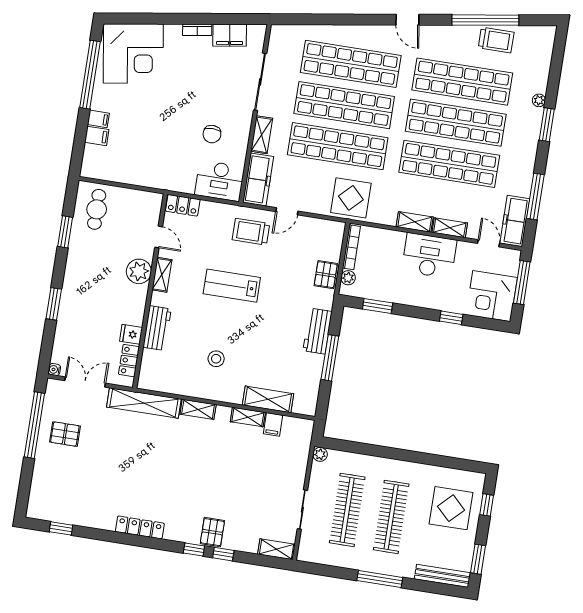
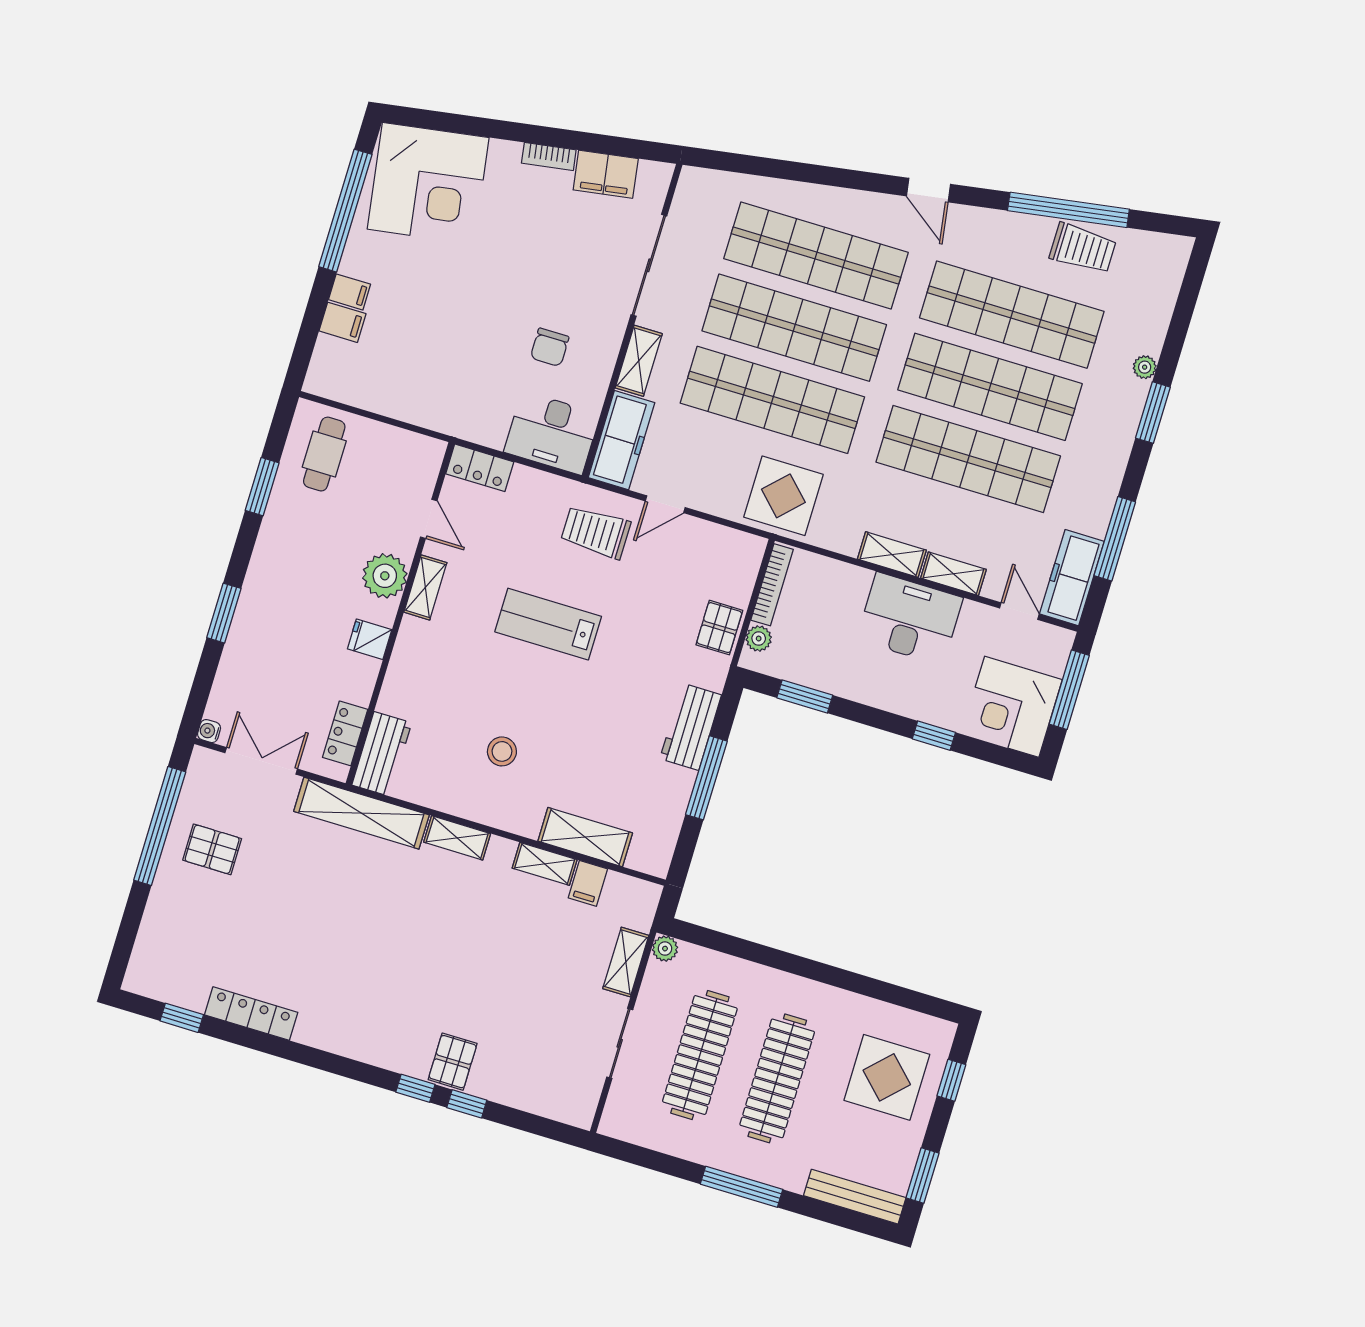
workbench: (157, 328) -> (382, 754), moved
fridge: (131, 334) -> (370, 639), moved
locker: (140, 527) -> (251, 1014), moved
shelving: (276, 549) -> (626, 962), moved, turned 90

